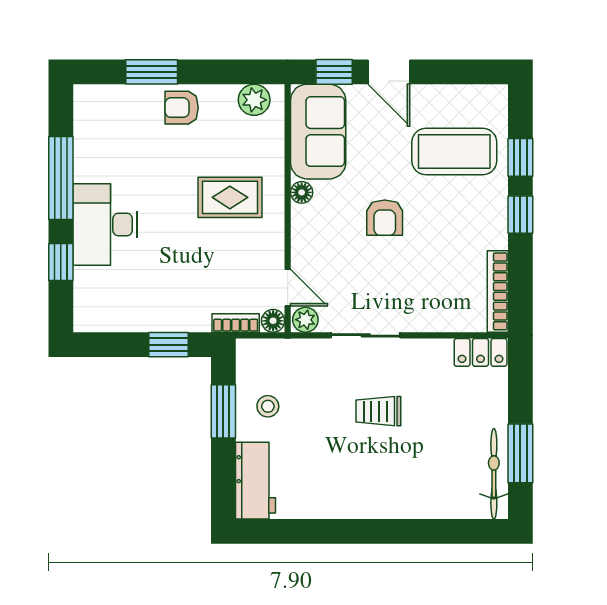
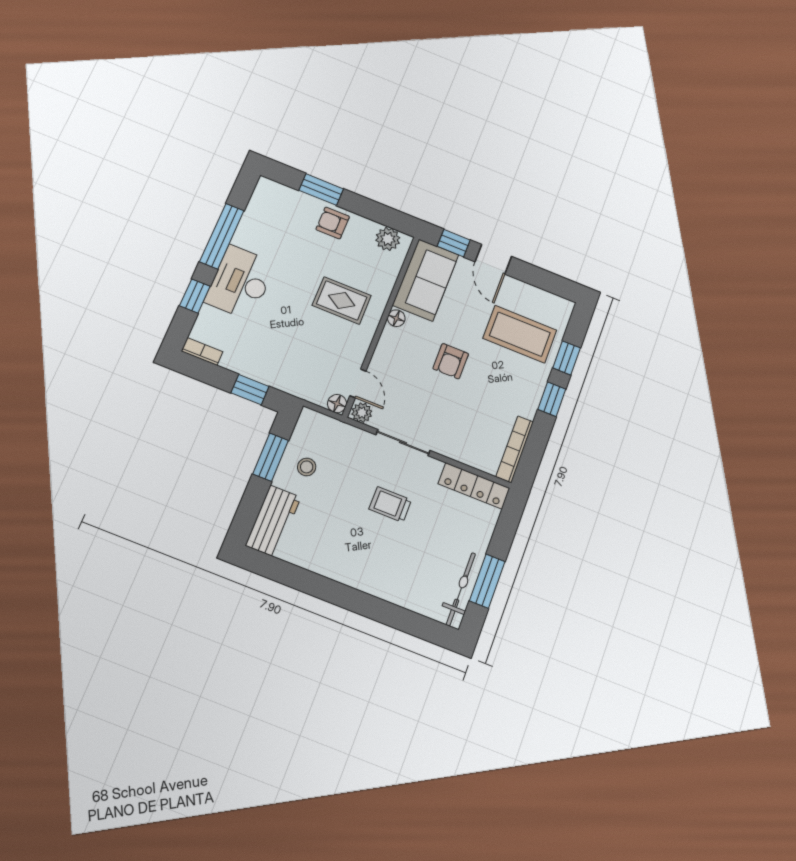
bookcase: (236, 323) -> (202, 352), moved
locker: (481, 352) -> (474, 486), width x1.53

